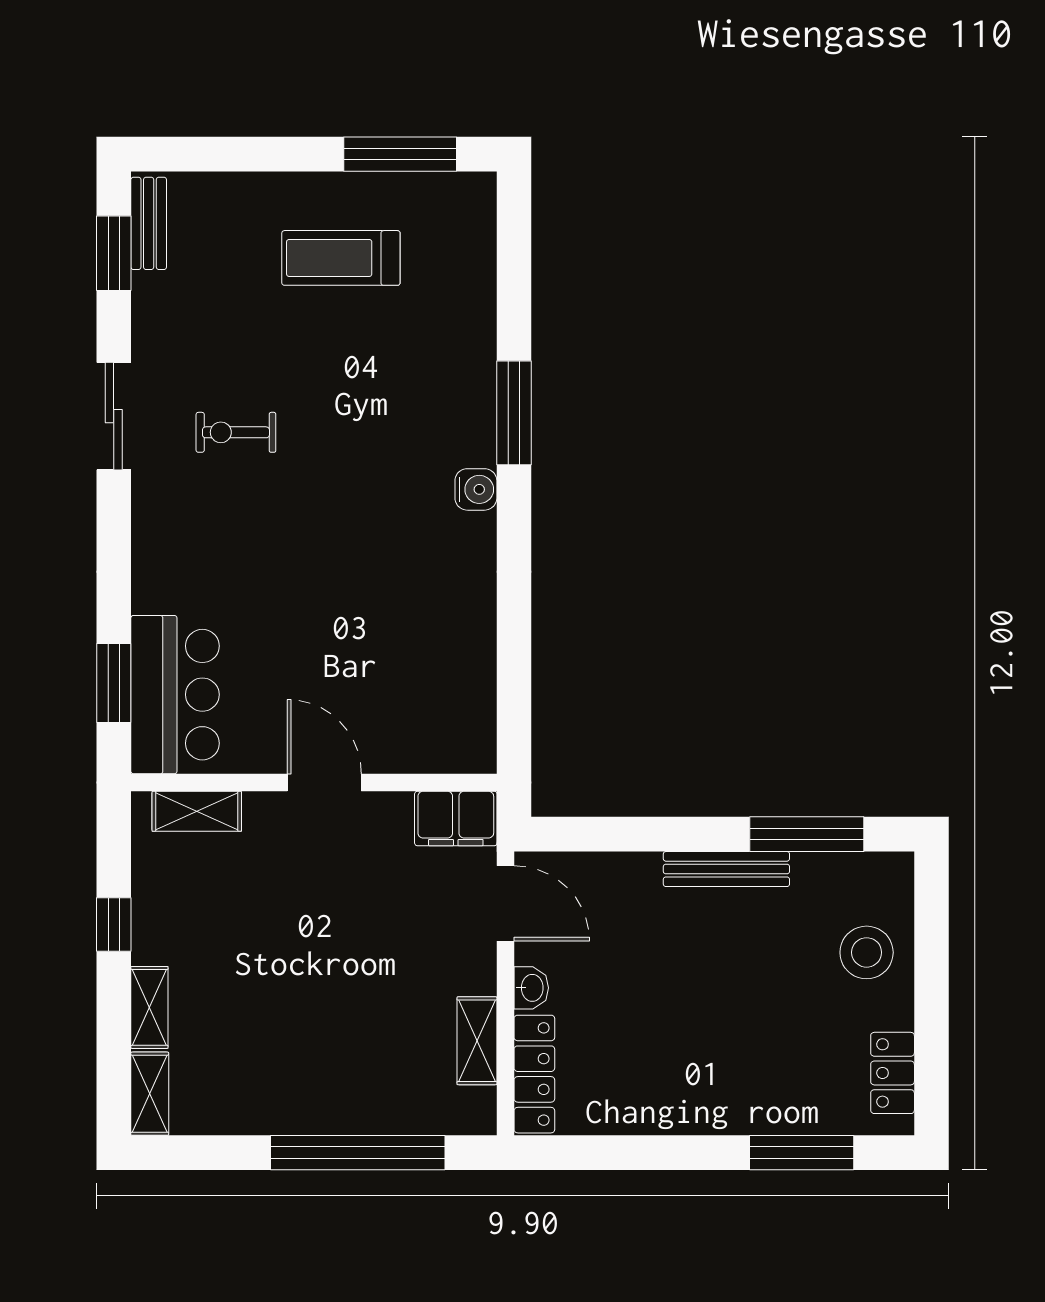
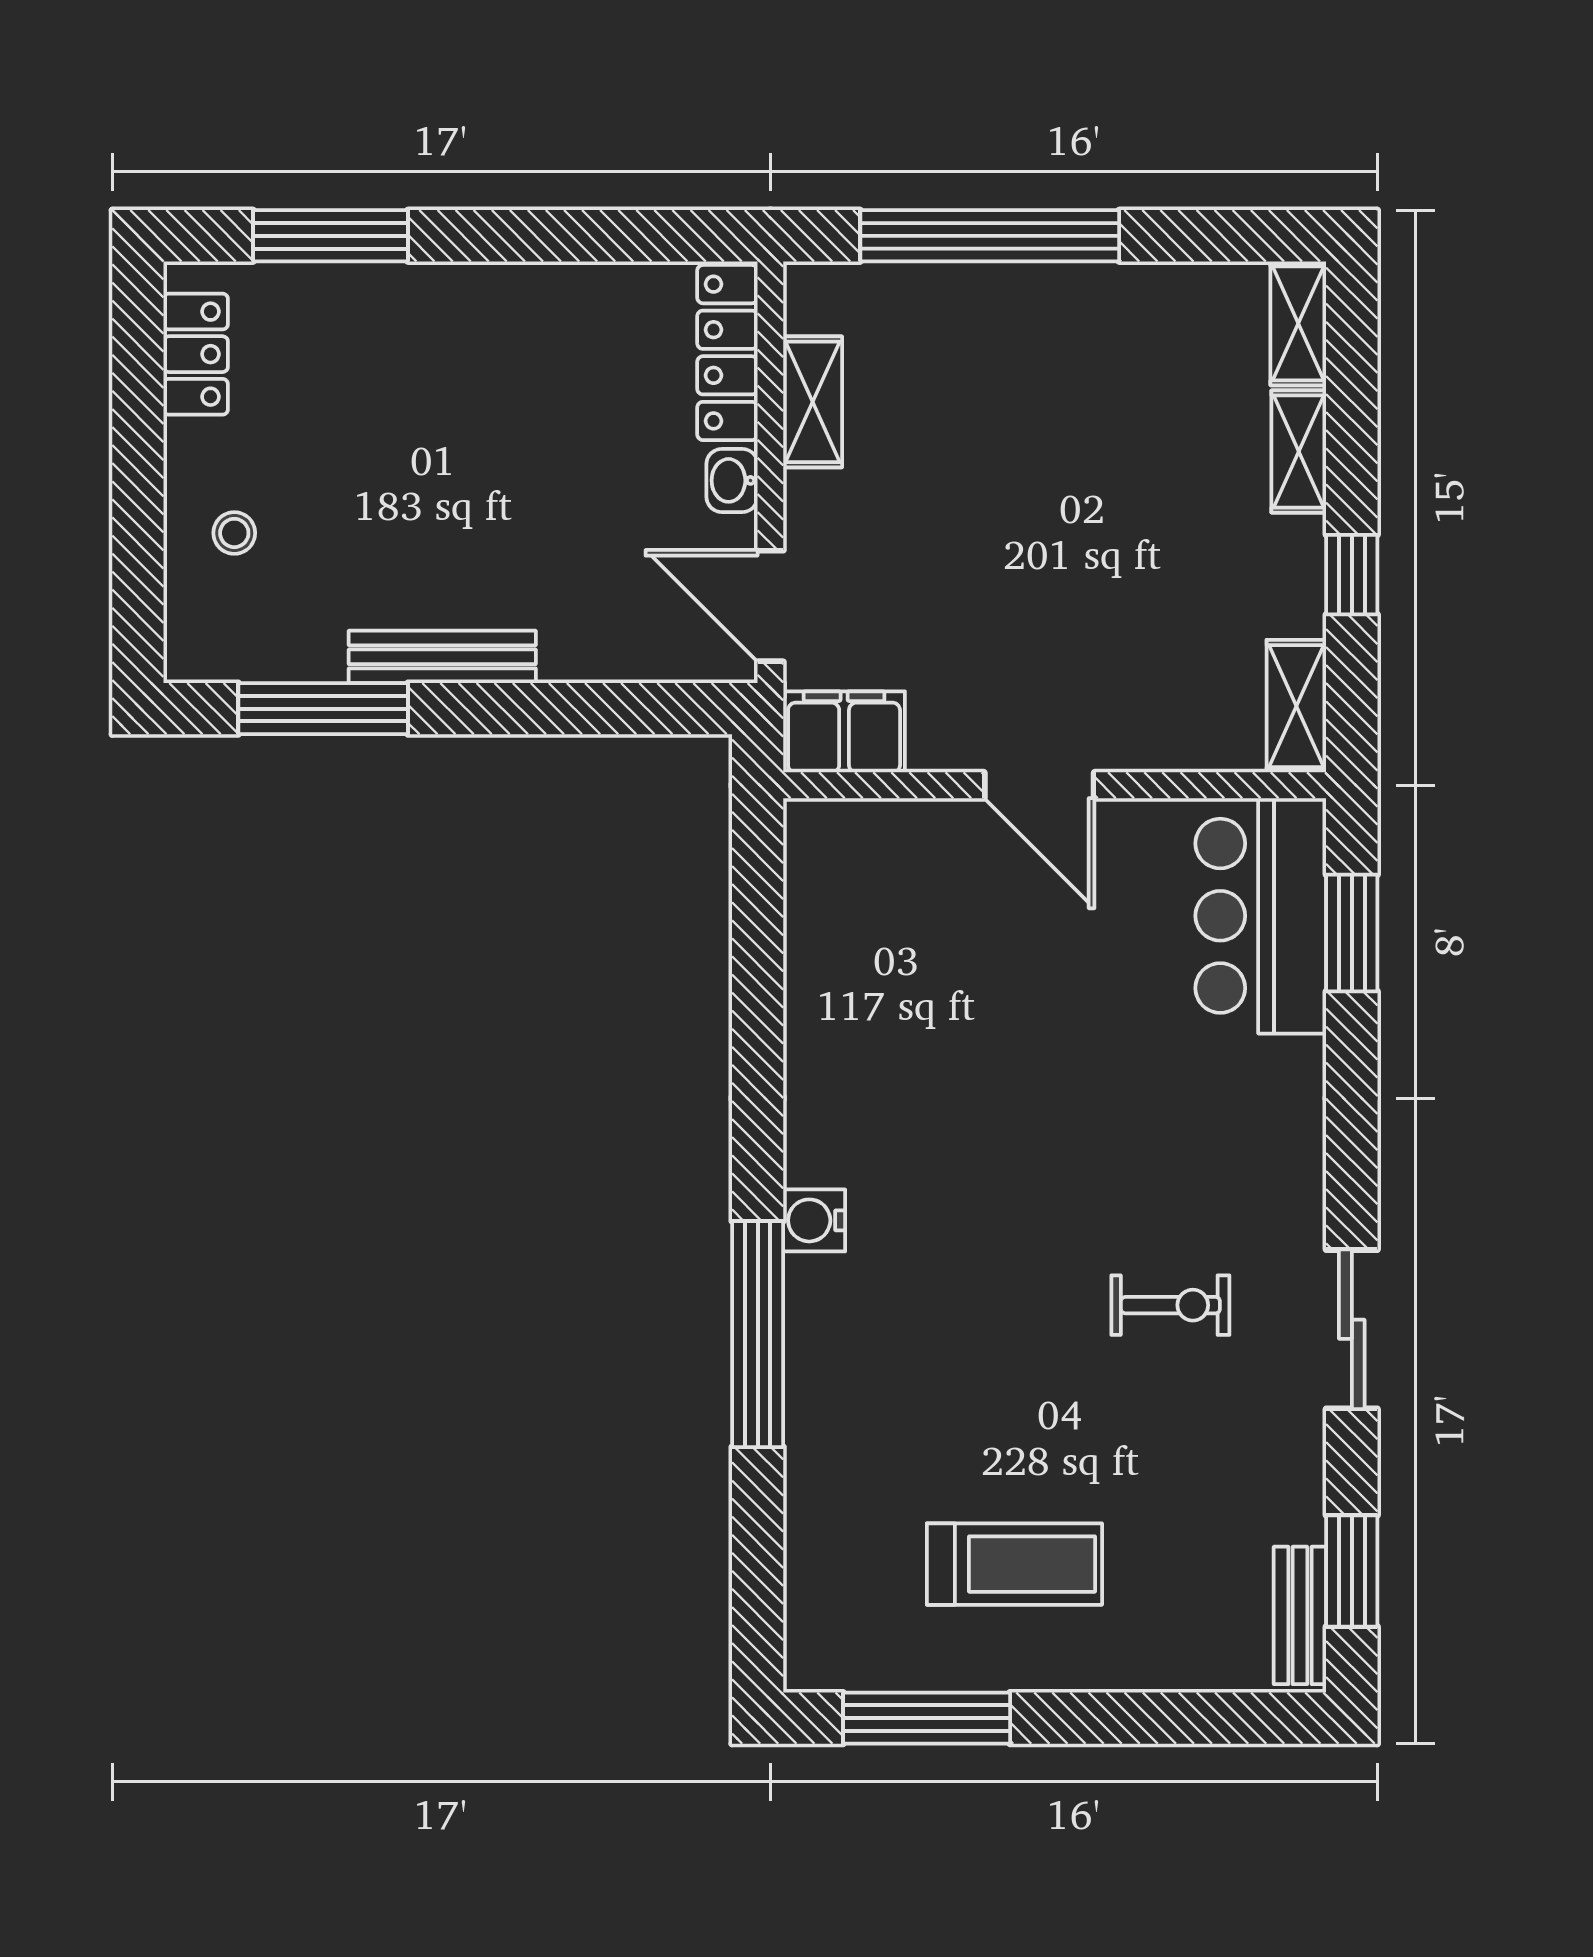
window: (514, 413) -> (758, 1334), width x1.46
shelving: (197, 811) -> (1296, 706), moved, turned 90
stool: (867, 952) -> (234, 533), width x0.53, depth x0.53

